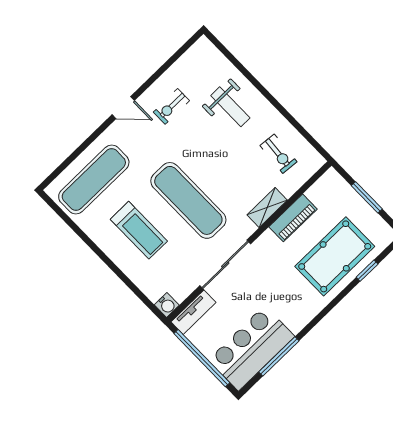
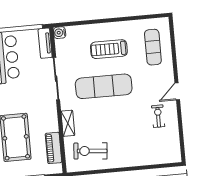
weight bench: (230, 107) -> (134, 146), removed
exercise bike: (278, 154) -> (90, 151), width x1.38, depth x1.39
exercise mat: (94, 180) -> (153, 47), width x0.73, depth x0.69
piano: (293, 218) -> (53, 148), moved

